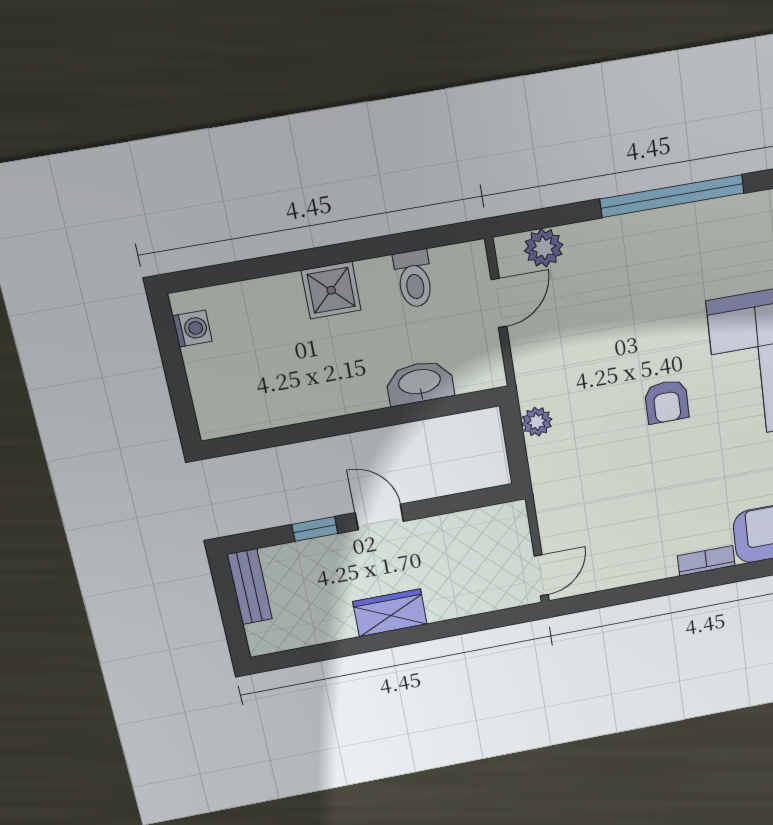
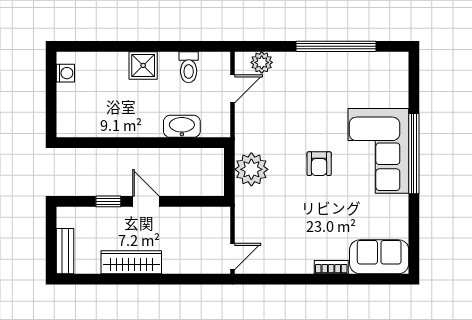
plant: (537, 422) -> (251, 169), width x1.87, depth x1.87
bench: (250, 587) -> (65, 251), moved
wardrobe: (390, 613) -> (131, 262), width x1.50

